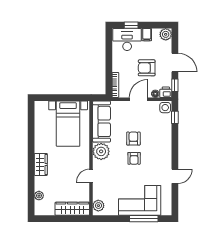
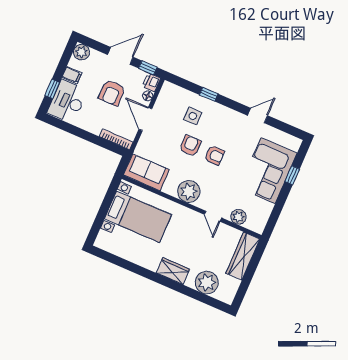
side table: (165, 108) -> (193, 116), moved
window: (175, 117) -> (209, 94), moved
sofa: (102, 121) -> (146, 172), width x0.73
armchair: (133, 139) -> (190, 146), turned 90
door: (175, 176) -> (257, 115), hinge flipped
plant: (39, 196) -> (207, 283), width x1.87, depth x1.87
plant: (98, 206) -> (238, 217), moved
window: (144, 219) -> (292, 175), width x0.46

